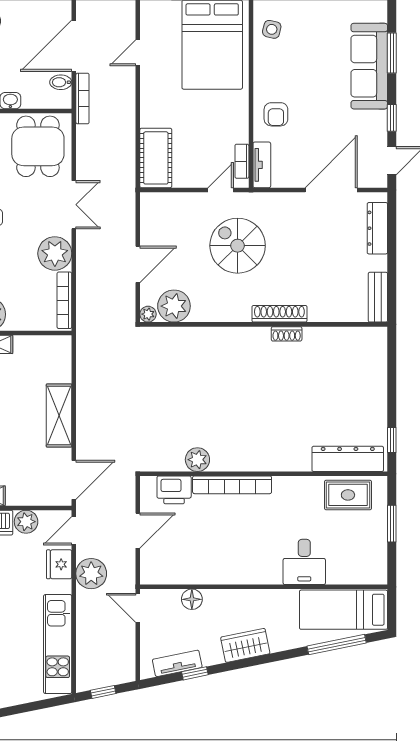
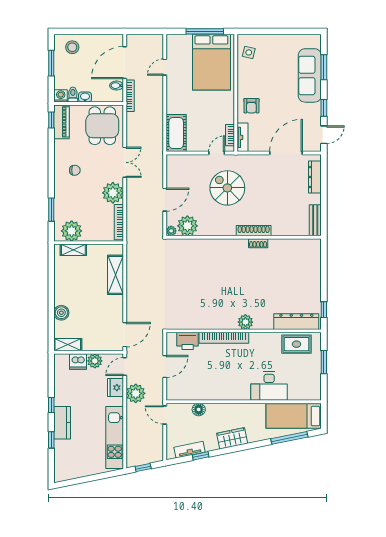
shelving: (59, 416) -> (115, 275), moved
plant: (197, 460) -> (245, 322), moved
desk: (304, 562) -> (269, 386), width x1.37

